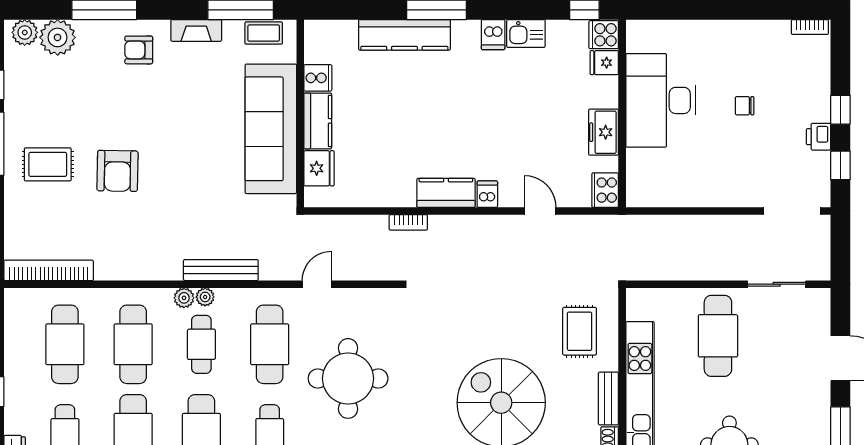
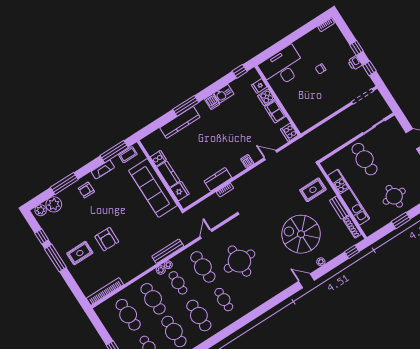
cooker: (604, 35) -> (266, 97), moved
desk: (661, 100) -> (282, 67), moved, turned 90
kitchen counter: (446, 193) -> (218, 179), moved
rug: (580, 331) -> (313, 190), turned 90

